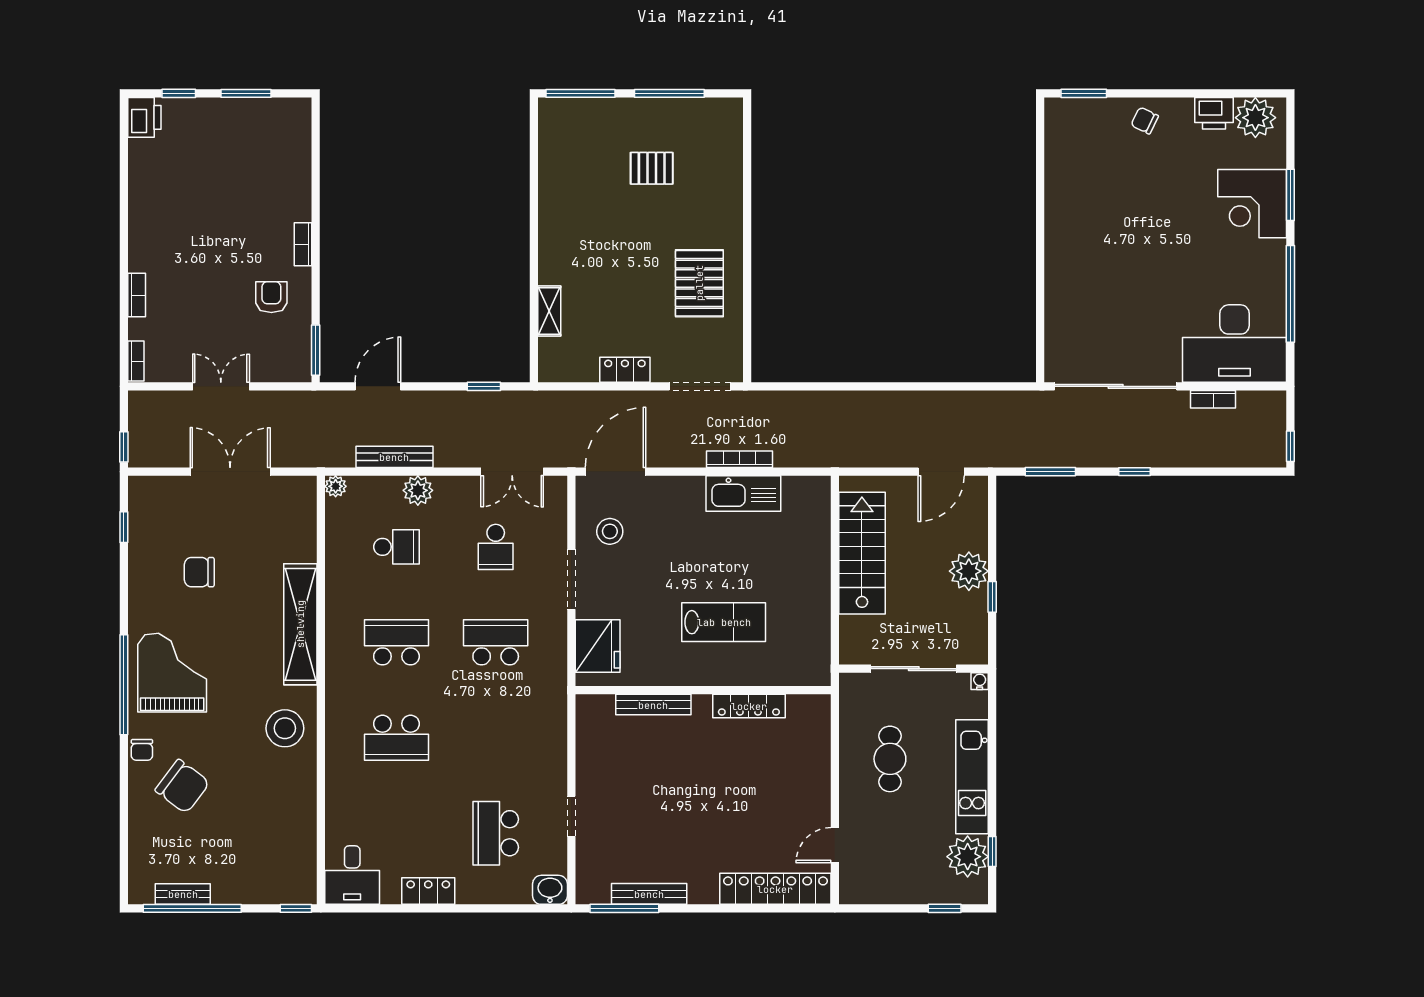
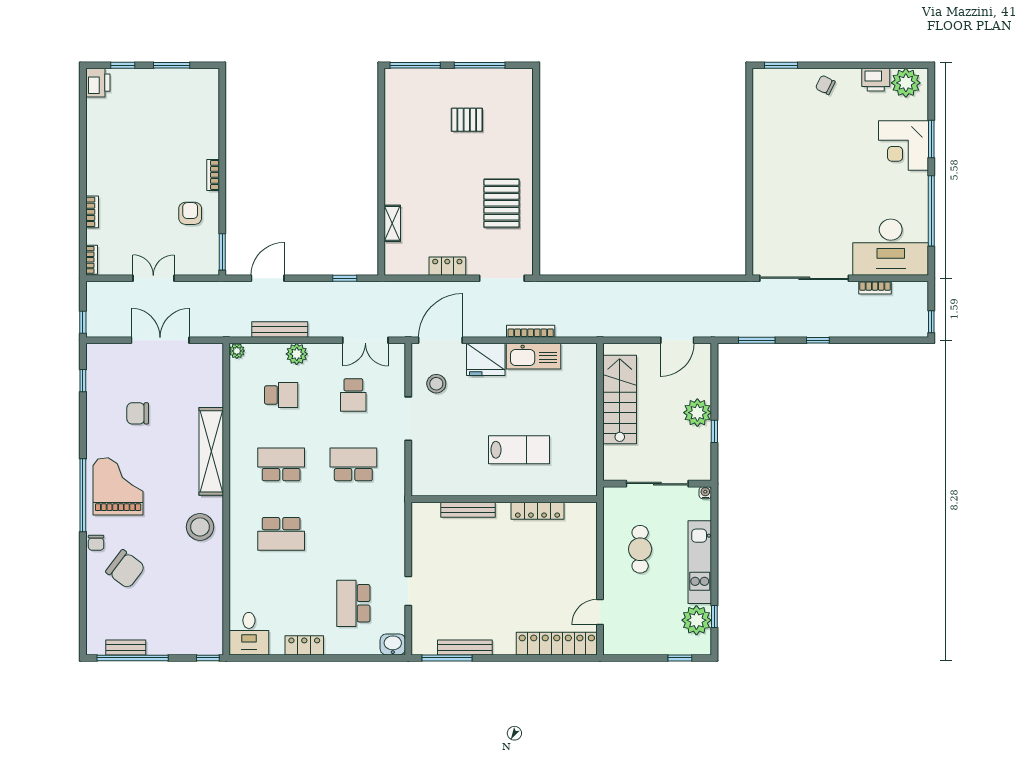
fridge: (598, 646) -> (486, 359), moved, turned 90

